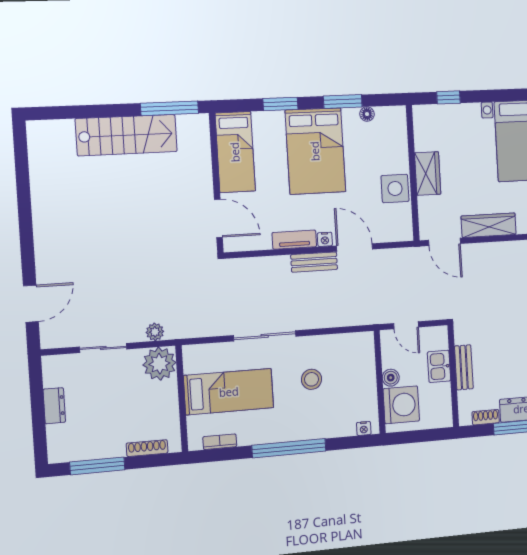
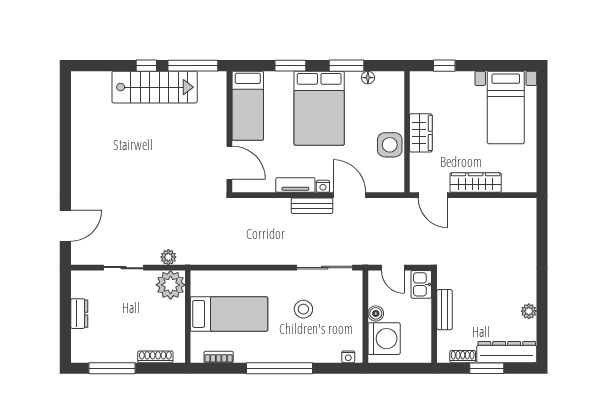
window: (115, 110) -> (146, 66), added
sliding door: (265, 336) -> (325, 268), moved
kitchen sink: (439, 366) -> (421, 284), moved

